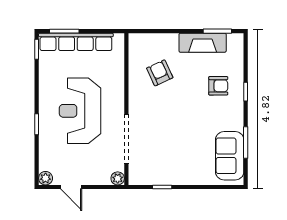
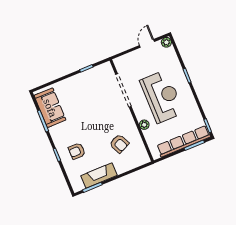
plant: (118, 178) -> (144, 125), moved
door: (71, 187) -> (147, 43), hinge flipped

